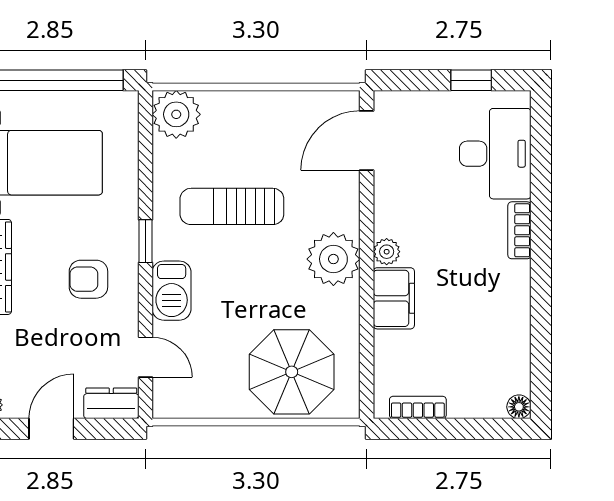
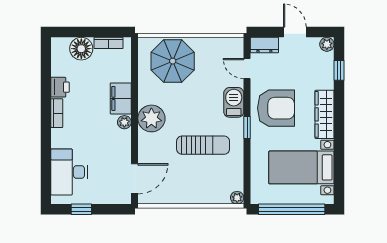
plant: (176, 114) -> (237, 198), width x0.53, depth x0.53
bookcase: (519, 230) -> (57, 113), moved
armchair: (88, 279) -> (276, 108), width x1.88, depth x1.88
printer: (513, 320) -> (60, 87), added
floor lamp: (519, 407) -> (81, 49), moved, width x1.89, depth x1.89
door: (51, 429) -> (295, 32), swing flipped

